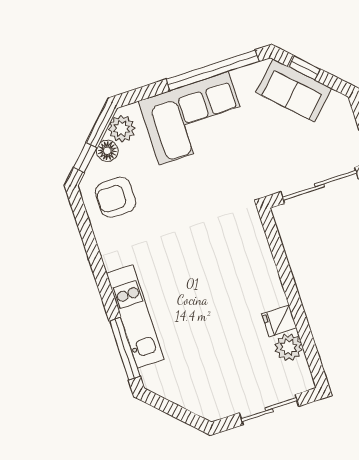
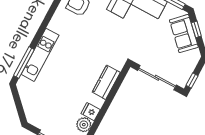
kitchen counter: (259, 261) -> (106, 82), added

